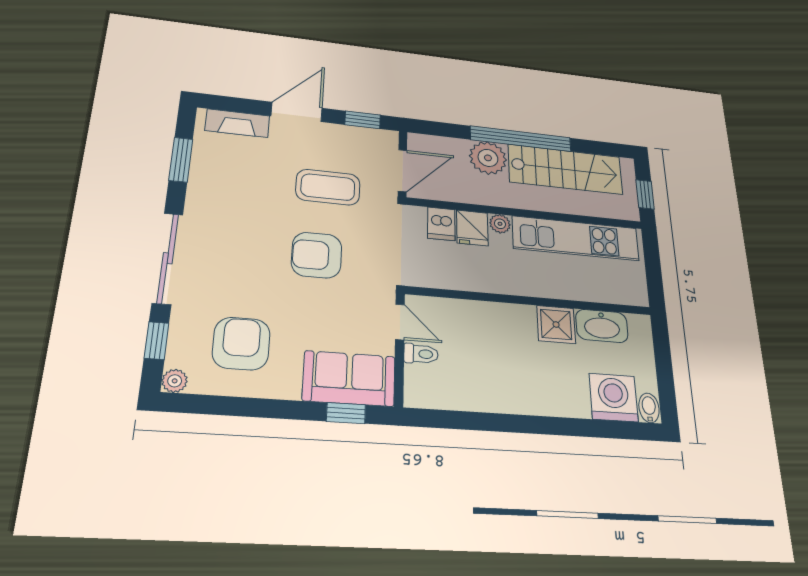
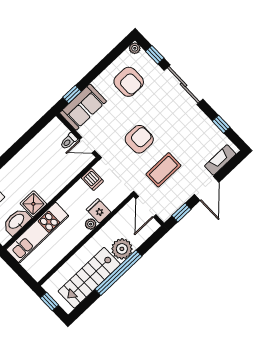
window: (181, 160) -> (221, 124), width x0.67
dishwasher: (441, 224) -> (92, 179), moved, turned 180
kitchen unit: (576, 238) -> (37, 233), moved, turned 180

